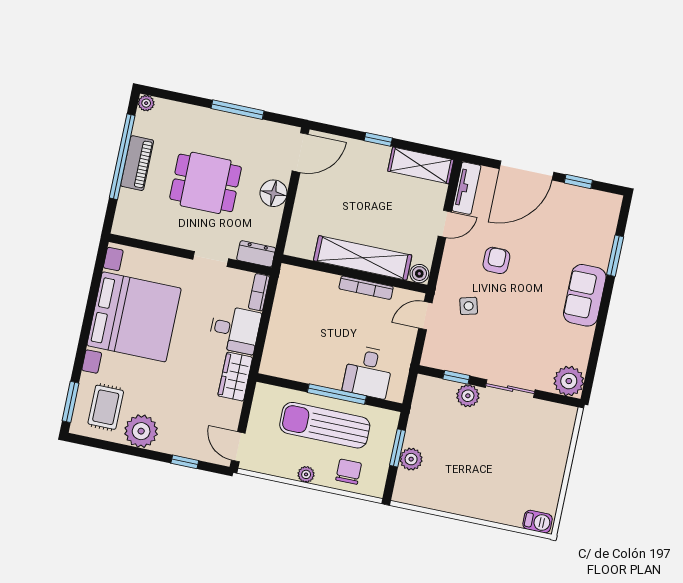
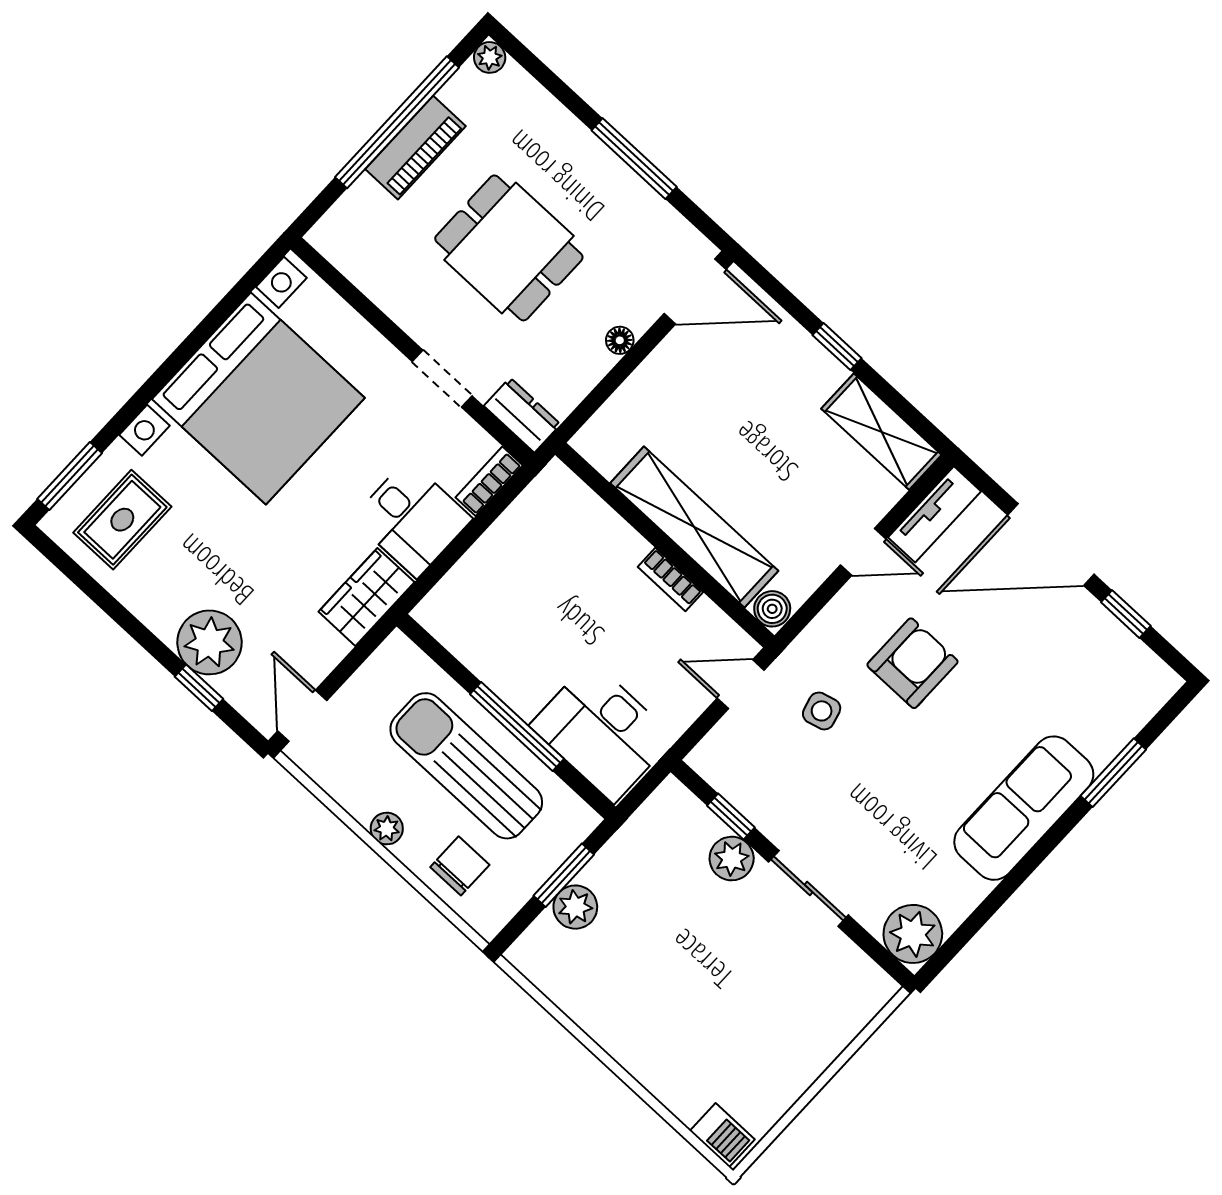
floor lamp: (274, 193) -> (620, 340), width x0.53, depth x0.53
armchair: (496, 260) -> (912, 663), width x1.38, depth x1.38
bookcase: (366, 288) -> (670, 579), width x0.64
sofa: (585, 295) -> (1024, 808), width x1.36
desk: (368, 372) -> (602, 732), width x1.37
plant: (141, 431) -> (209, 642), moved

